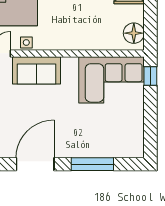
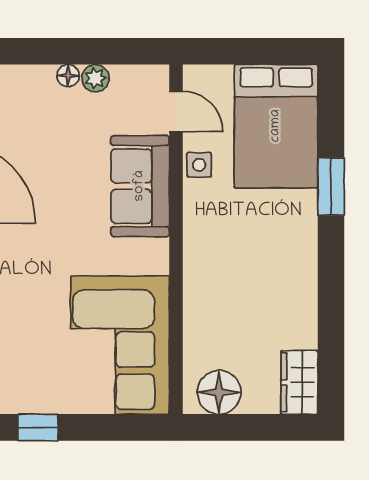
window: (150, 76) -> (38, 427), moved

